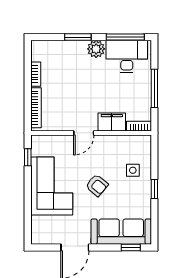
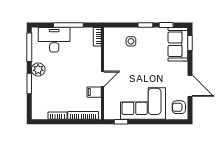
desk: (127, 56) -> (54, 40), moved, turned 90
filing cabinet: (112, 122) -> (94, 92), moved, width x0.50
door: (84, 133) -> (102, 79), hinge flipped
armchair: (97, 185) -> (179, 107), moved, turned -130
window: (154, 216) -> (166, 25), added
sofa: (121, 232) -> (178, 44), width x0.73

